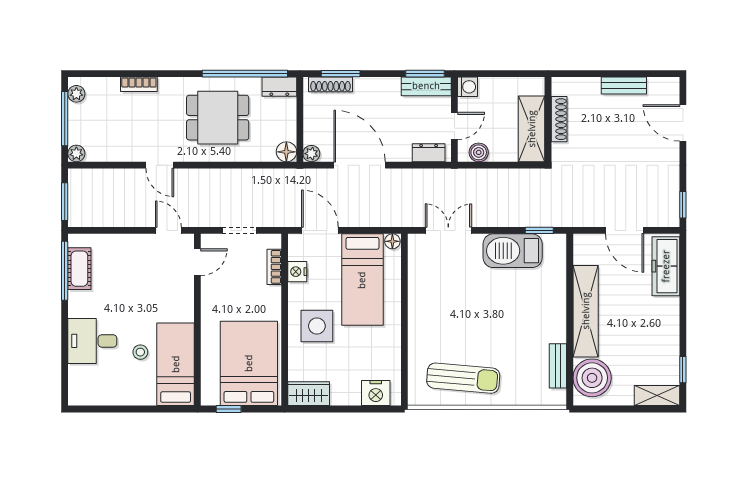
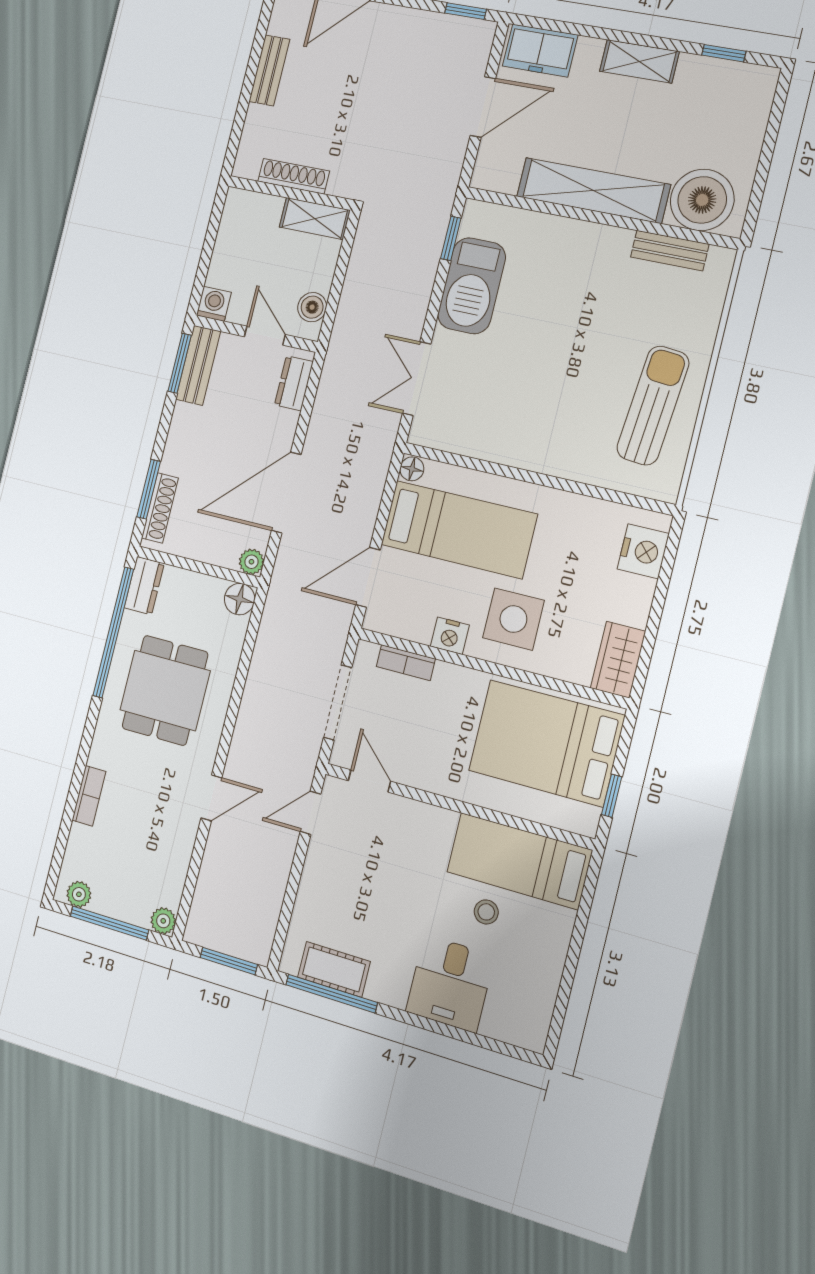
shelving: (532, 129) -> (315, 218), width x0.67, depth x0.75
doorway: (239, 230) -> (338, 702), width x1.38
freezer: (666, 266) -> (540, 51), width x0.71
nightstand: (297, 272) -> (450, 636), moved
shelving: (657, 396) -> (639, 61), moved, turned 90

